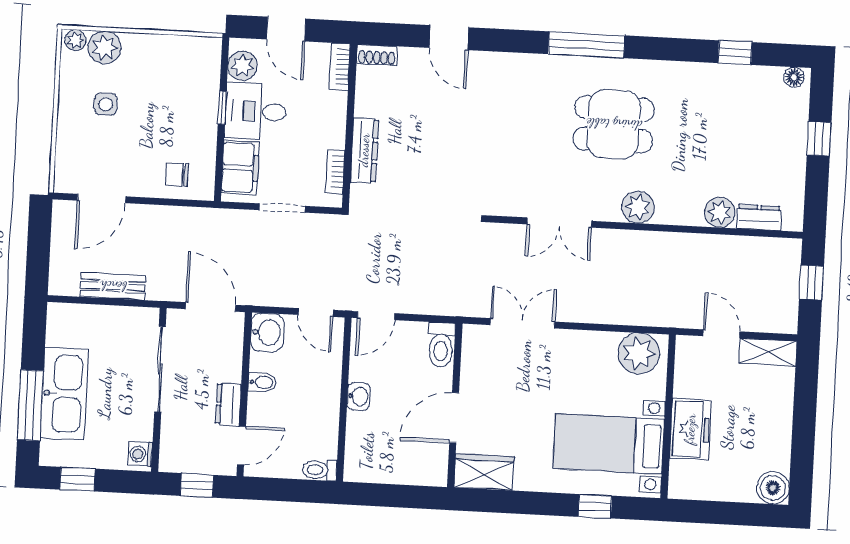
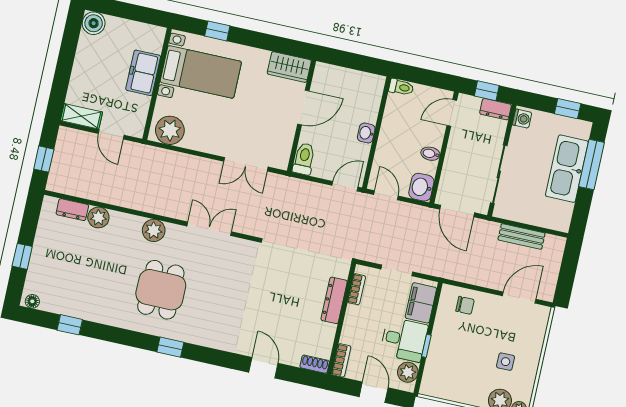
window: (587, 45) -> (170, 347), width x0.46
dining table: (614, 124) -> (161, 290), turned 90
dresser: (228, 404) -> (496, 109), moved, turned 90

